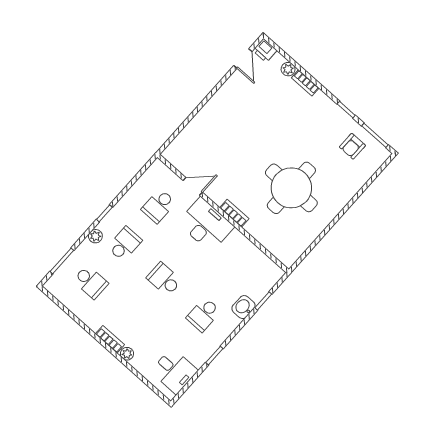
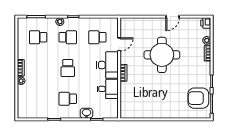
door: (243, 58) -> (173, 17), moved
armchair: (352, 146) -> (198, 98), width x1.88, depth x1.88
door: (193, 186) -> (119, 44), hinge flipped
round table: (291, 188) -> (162, 55), moved
school desk: (164, 279) -> (68, 68), turned 180
school desk: (91, 282) -> (38, 37), turned 90
desk: (174, 371) -> (108, 89), moved, turned -90

